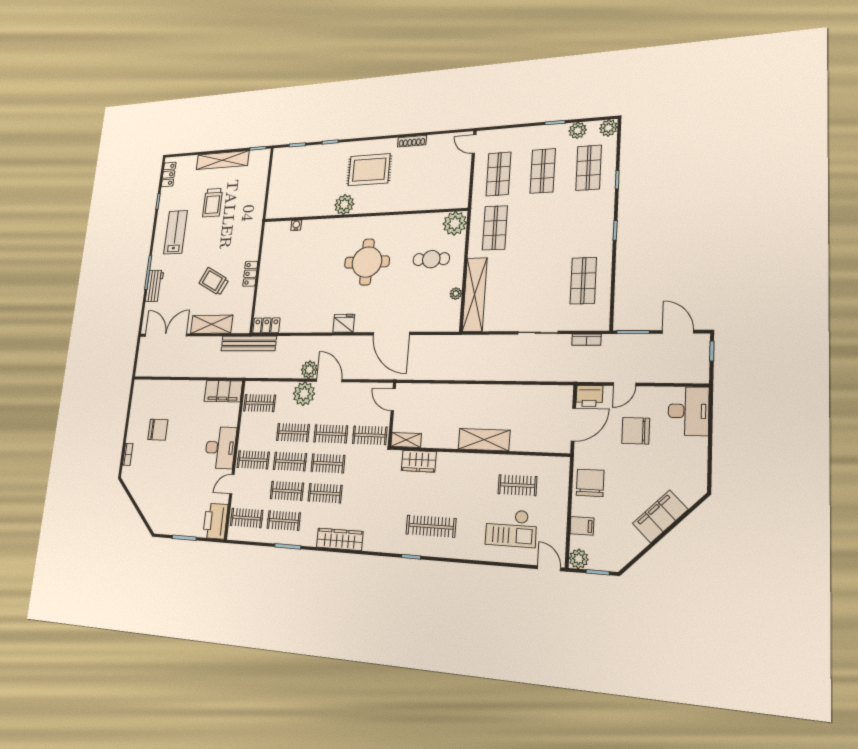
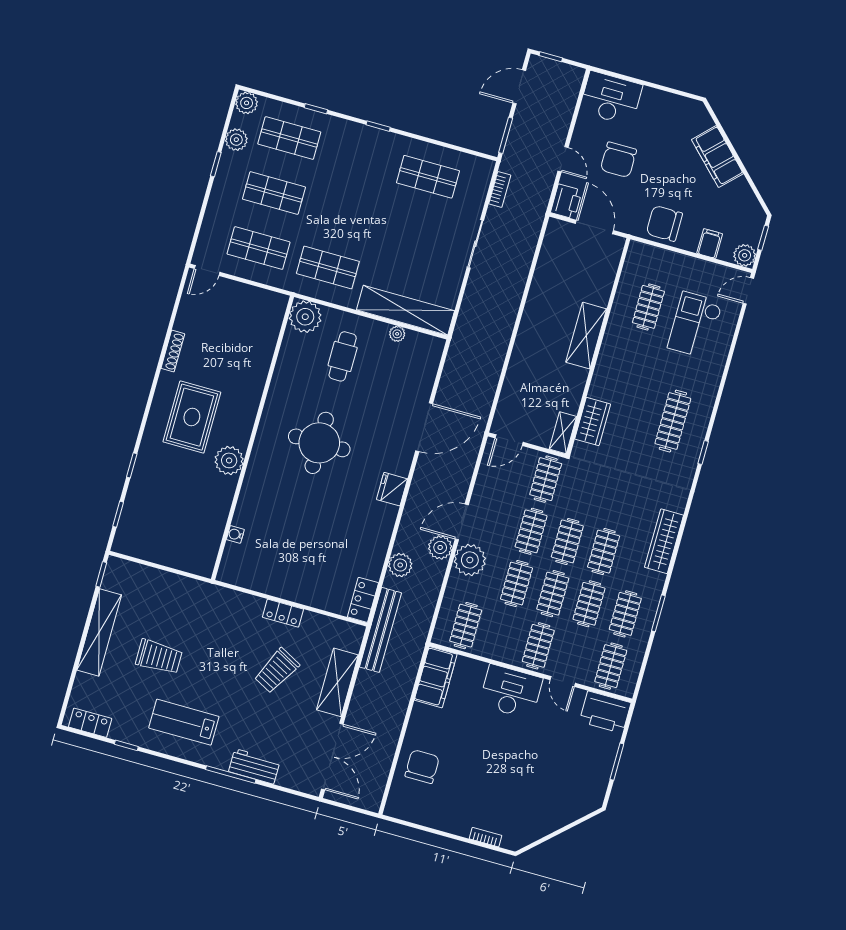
double door: (166, 335) -> (332, 757), swing flipped
plant: (293, 345) -> (400, 565), added
chair: (158, 430) -> (422, 767), moved
checkout: (511, 528) -> (695, 325), turned 180

